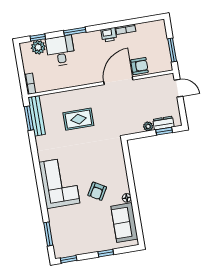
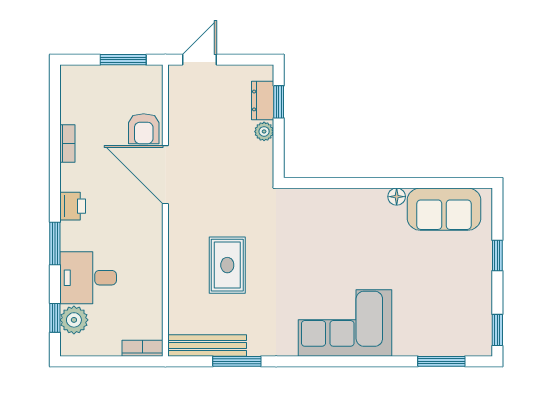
printer: (109, 35) -> (73, 206), moved
armchair: (139, 66) -> (144, 129), turned 180
window: (29, 118) -> (237, 361), moved
armchair: (97, 191) -> (374, 252), removed

